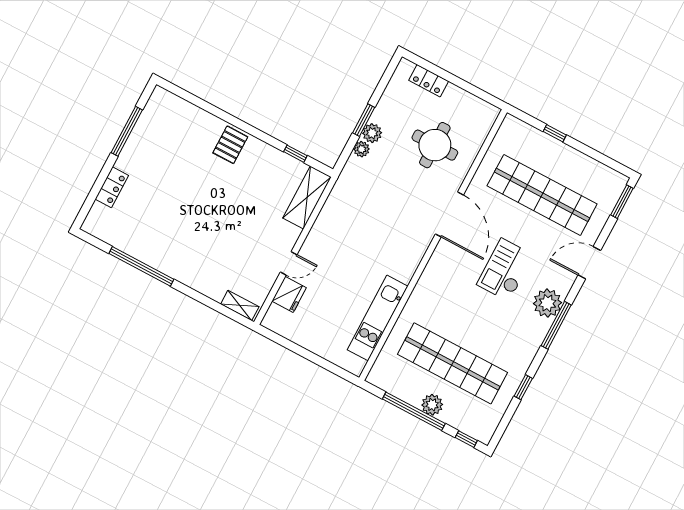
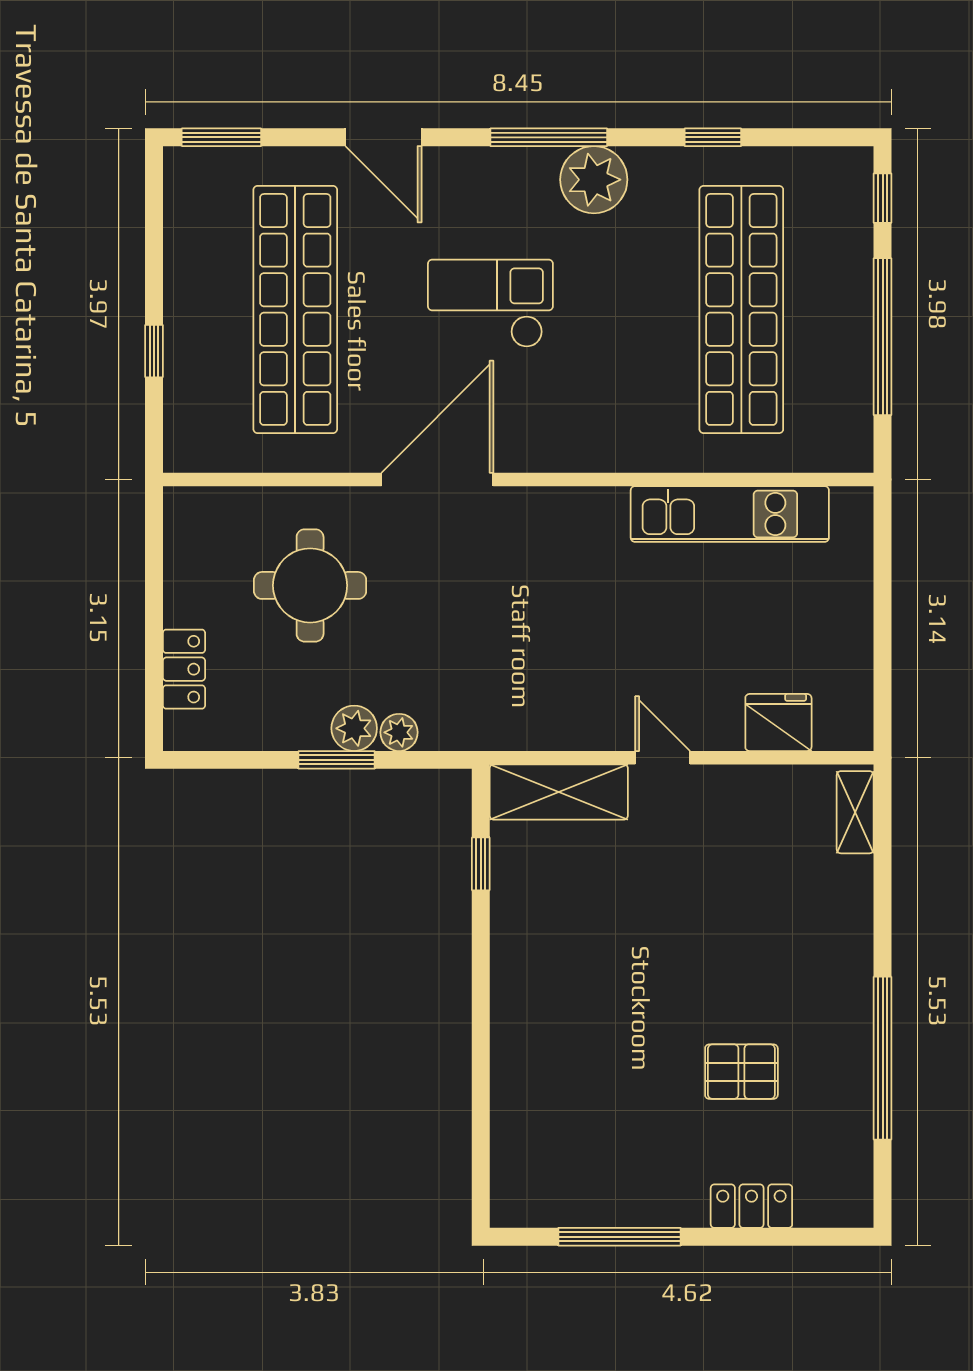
pallet: (230, 145) -> (741, 1072), moved
door: (289, 263) -> (663, 758), moved
checkout: (505, 270) -> (490, 303), turned 180
plant: (547, 303) -> (594, 180), moved
plant: (432, 405) -> (849, 306), removed

